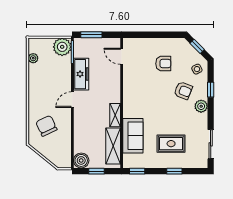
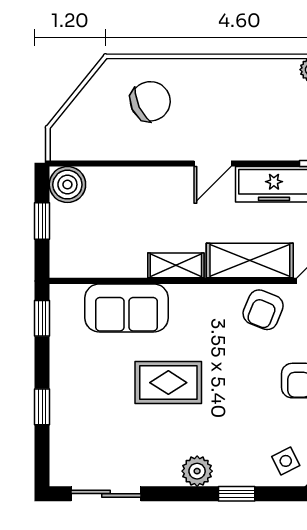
armchair: (183, 91) -> (263, 310), moved
door: (72, 100) -> (213, 164), swing flipped
rug: (171, 144) -> (168, 383), moved, turned 90
shelving: (113, 146) -> (250, 261), moved

